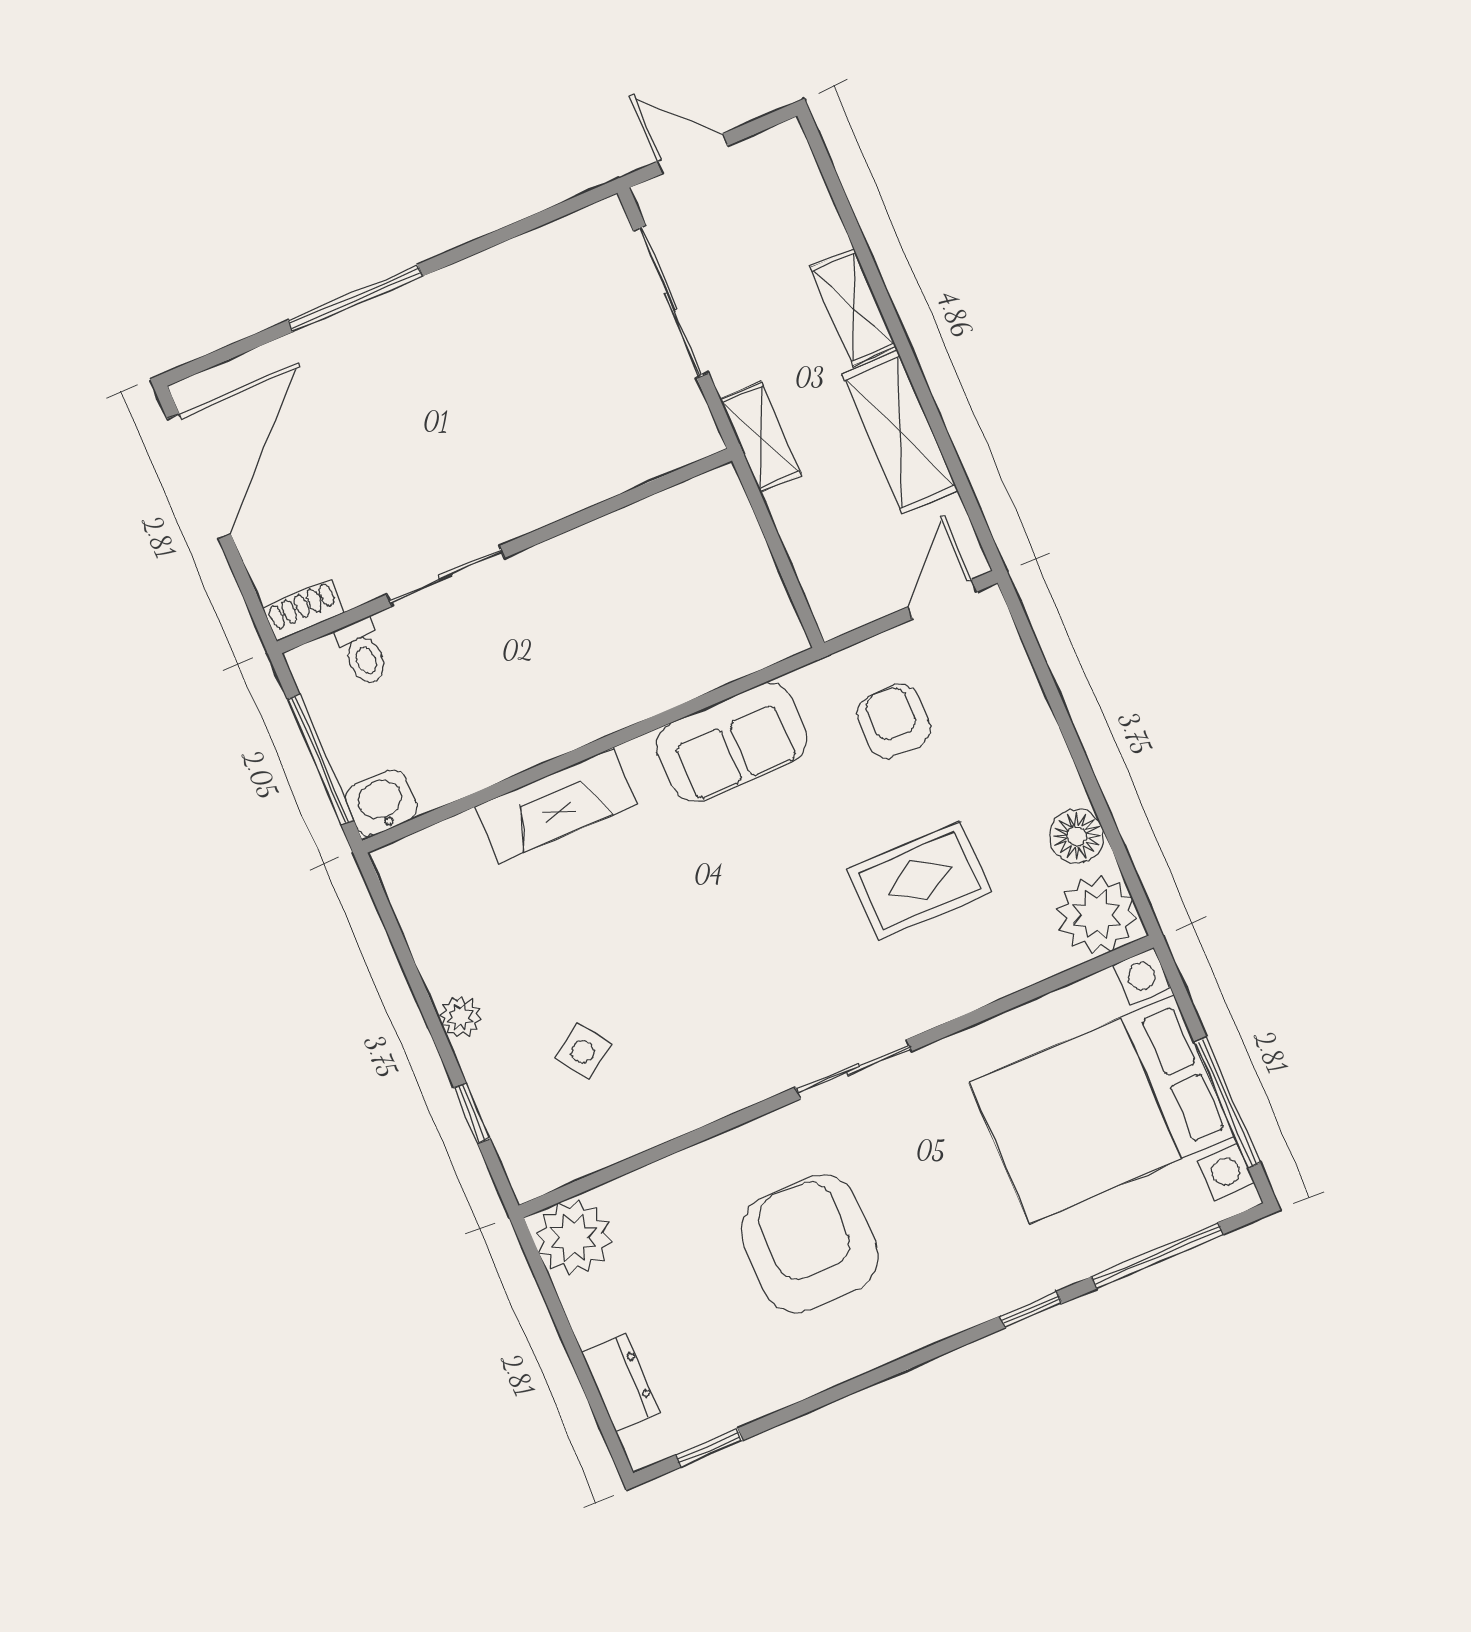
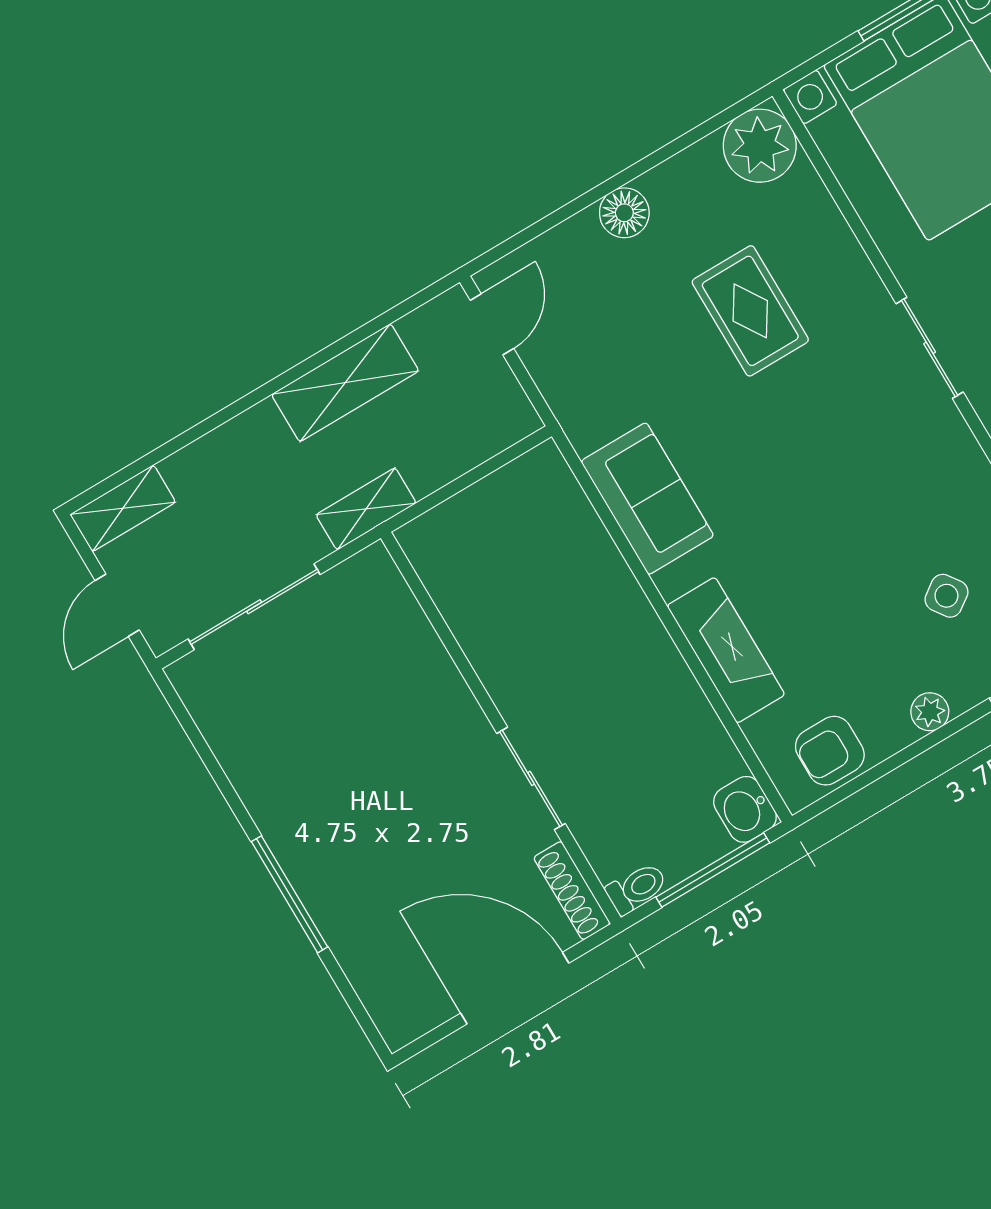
shelving: (853, 307) -> (123, 508), moved
door: (199, 476) -> (515, 988), moved
door: (942, 599) -> (492, 324), swing flipped
shoe rack: (304, 610) -> (572, 891), width x1.43
toilet: (363, 652) -> (637, 888), moved
armchair: (894, 721) -> (830, 751), moved
floor lamp: (1077, 836) -> (624, 213), moved

